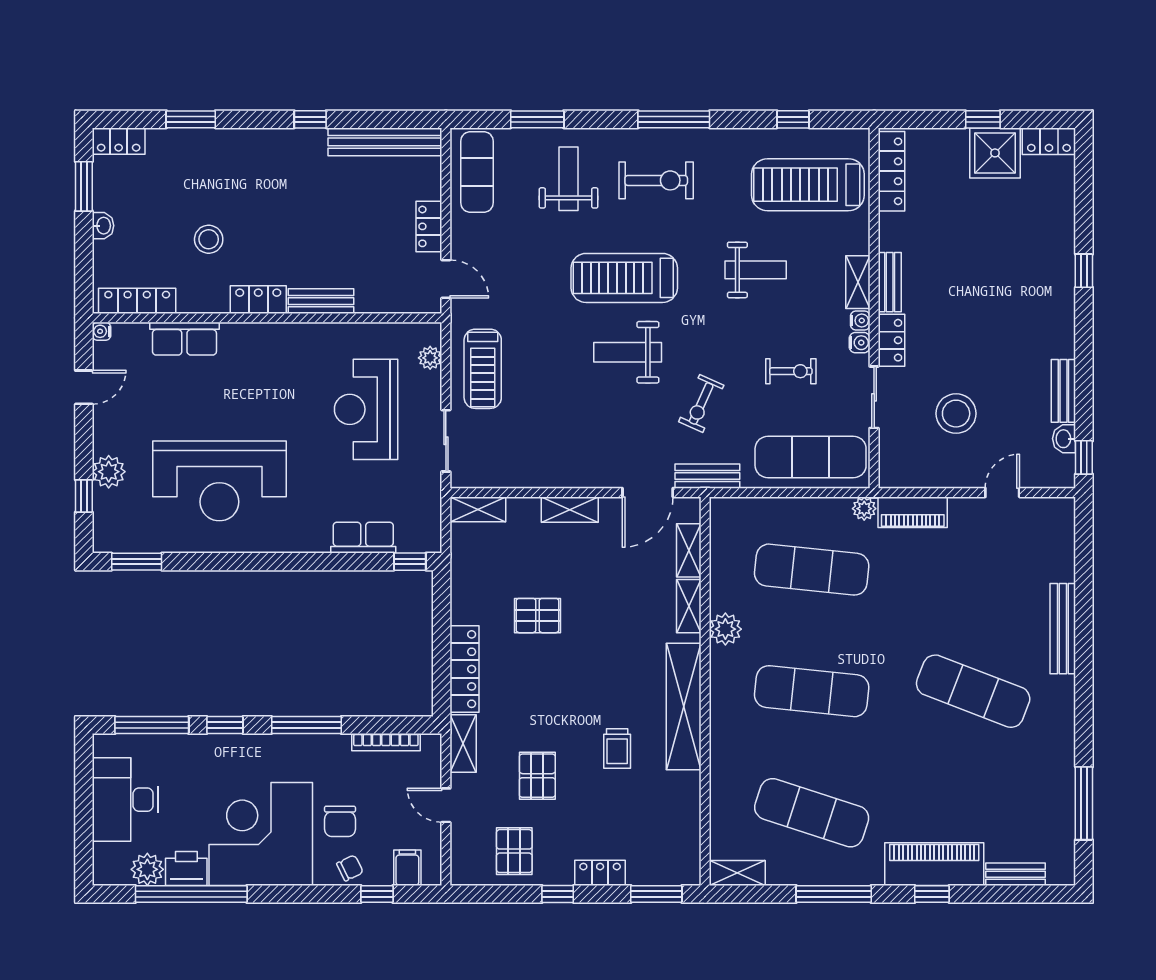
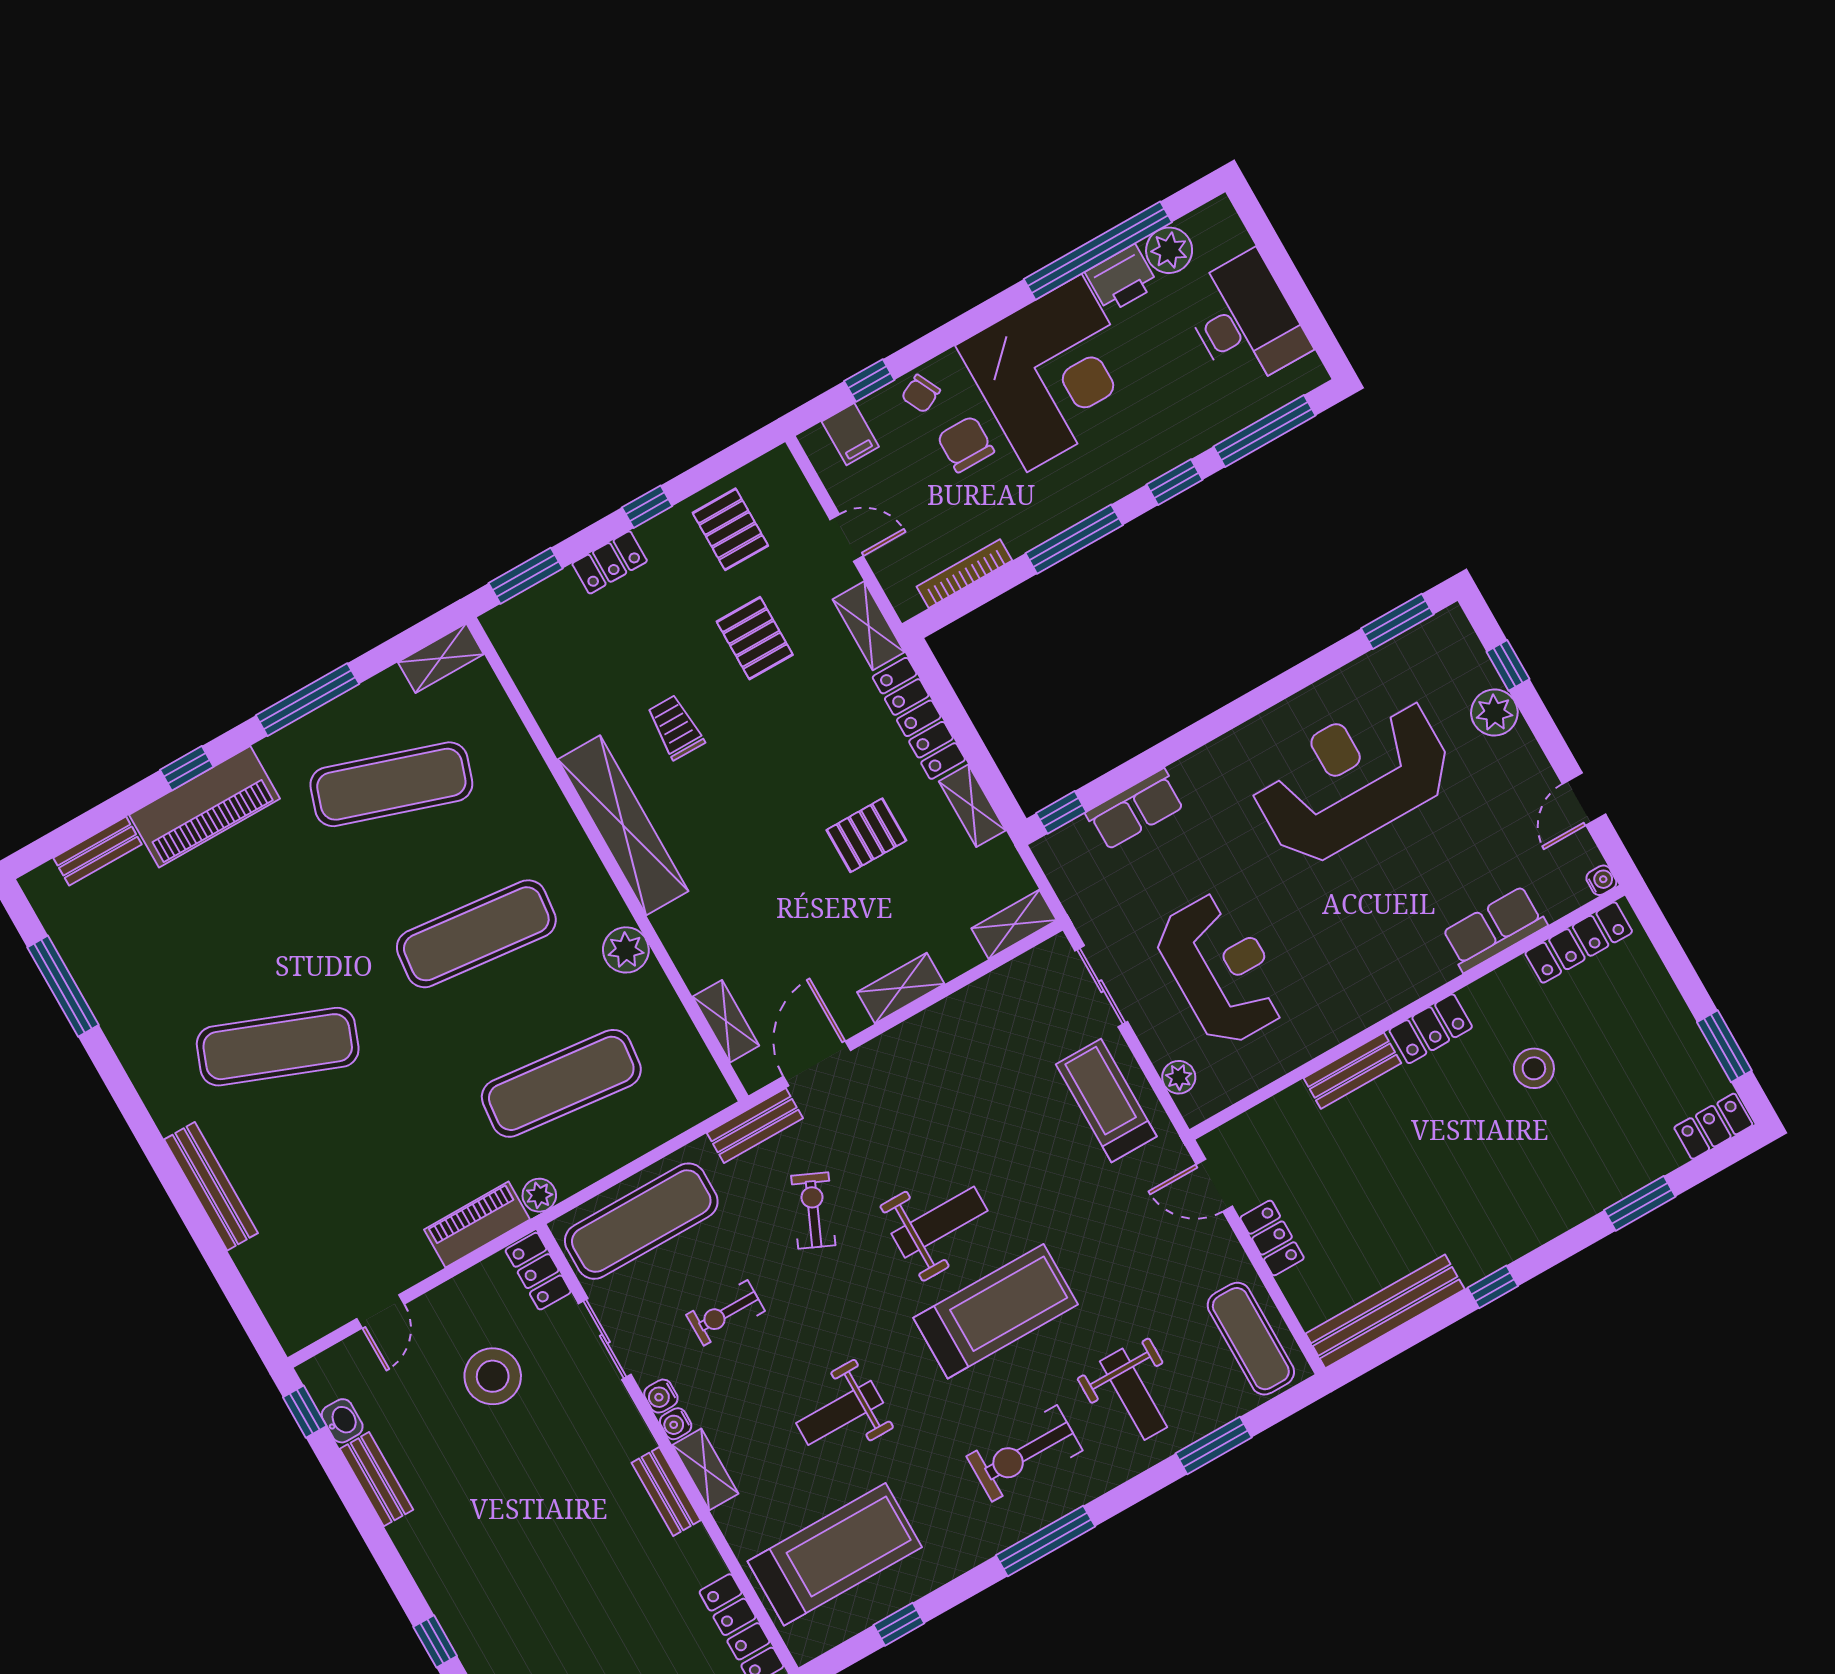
washbasin: (103, 226) -> (1673, 1011), removed
locker: (891, 340) -> (538, 1271), moved
shelving: (689, 606) -> (972, 806), moved

